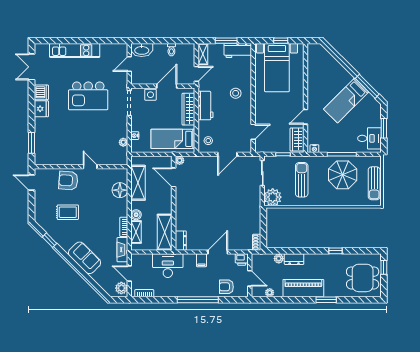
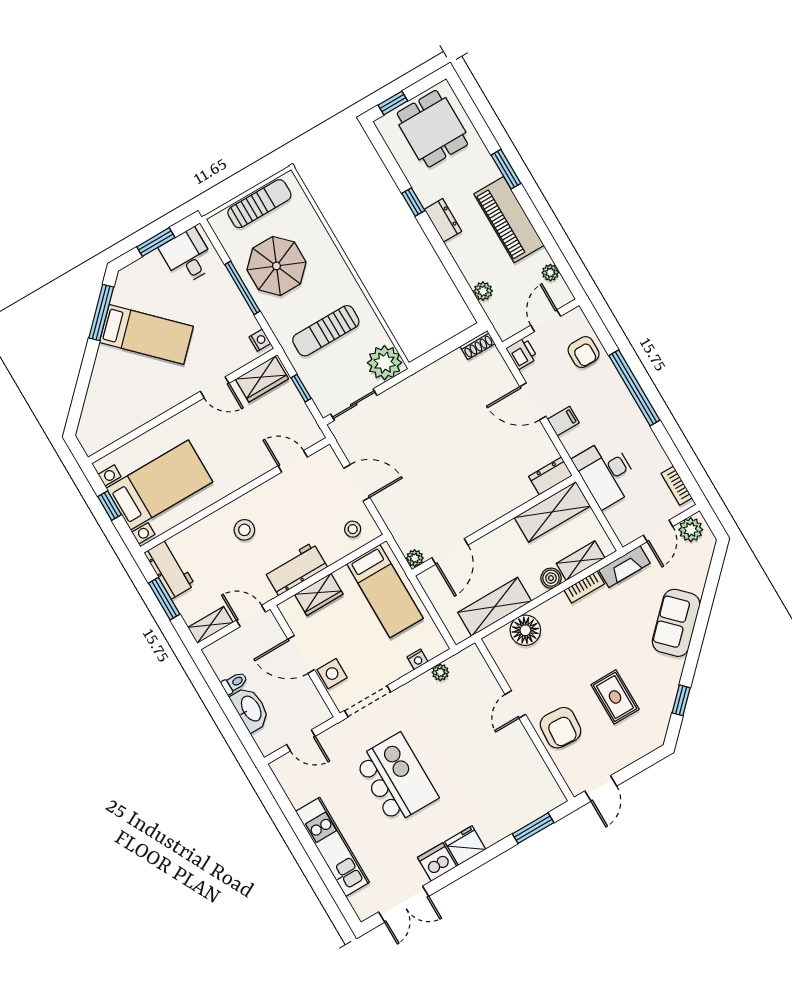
washbasin: (142, 50) -> (251, 709), moved
wardrobe: (188, 109) -> (319, 594), width x0.67
dresser: (294, 259) -> (443, 220), moved

